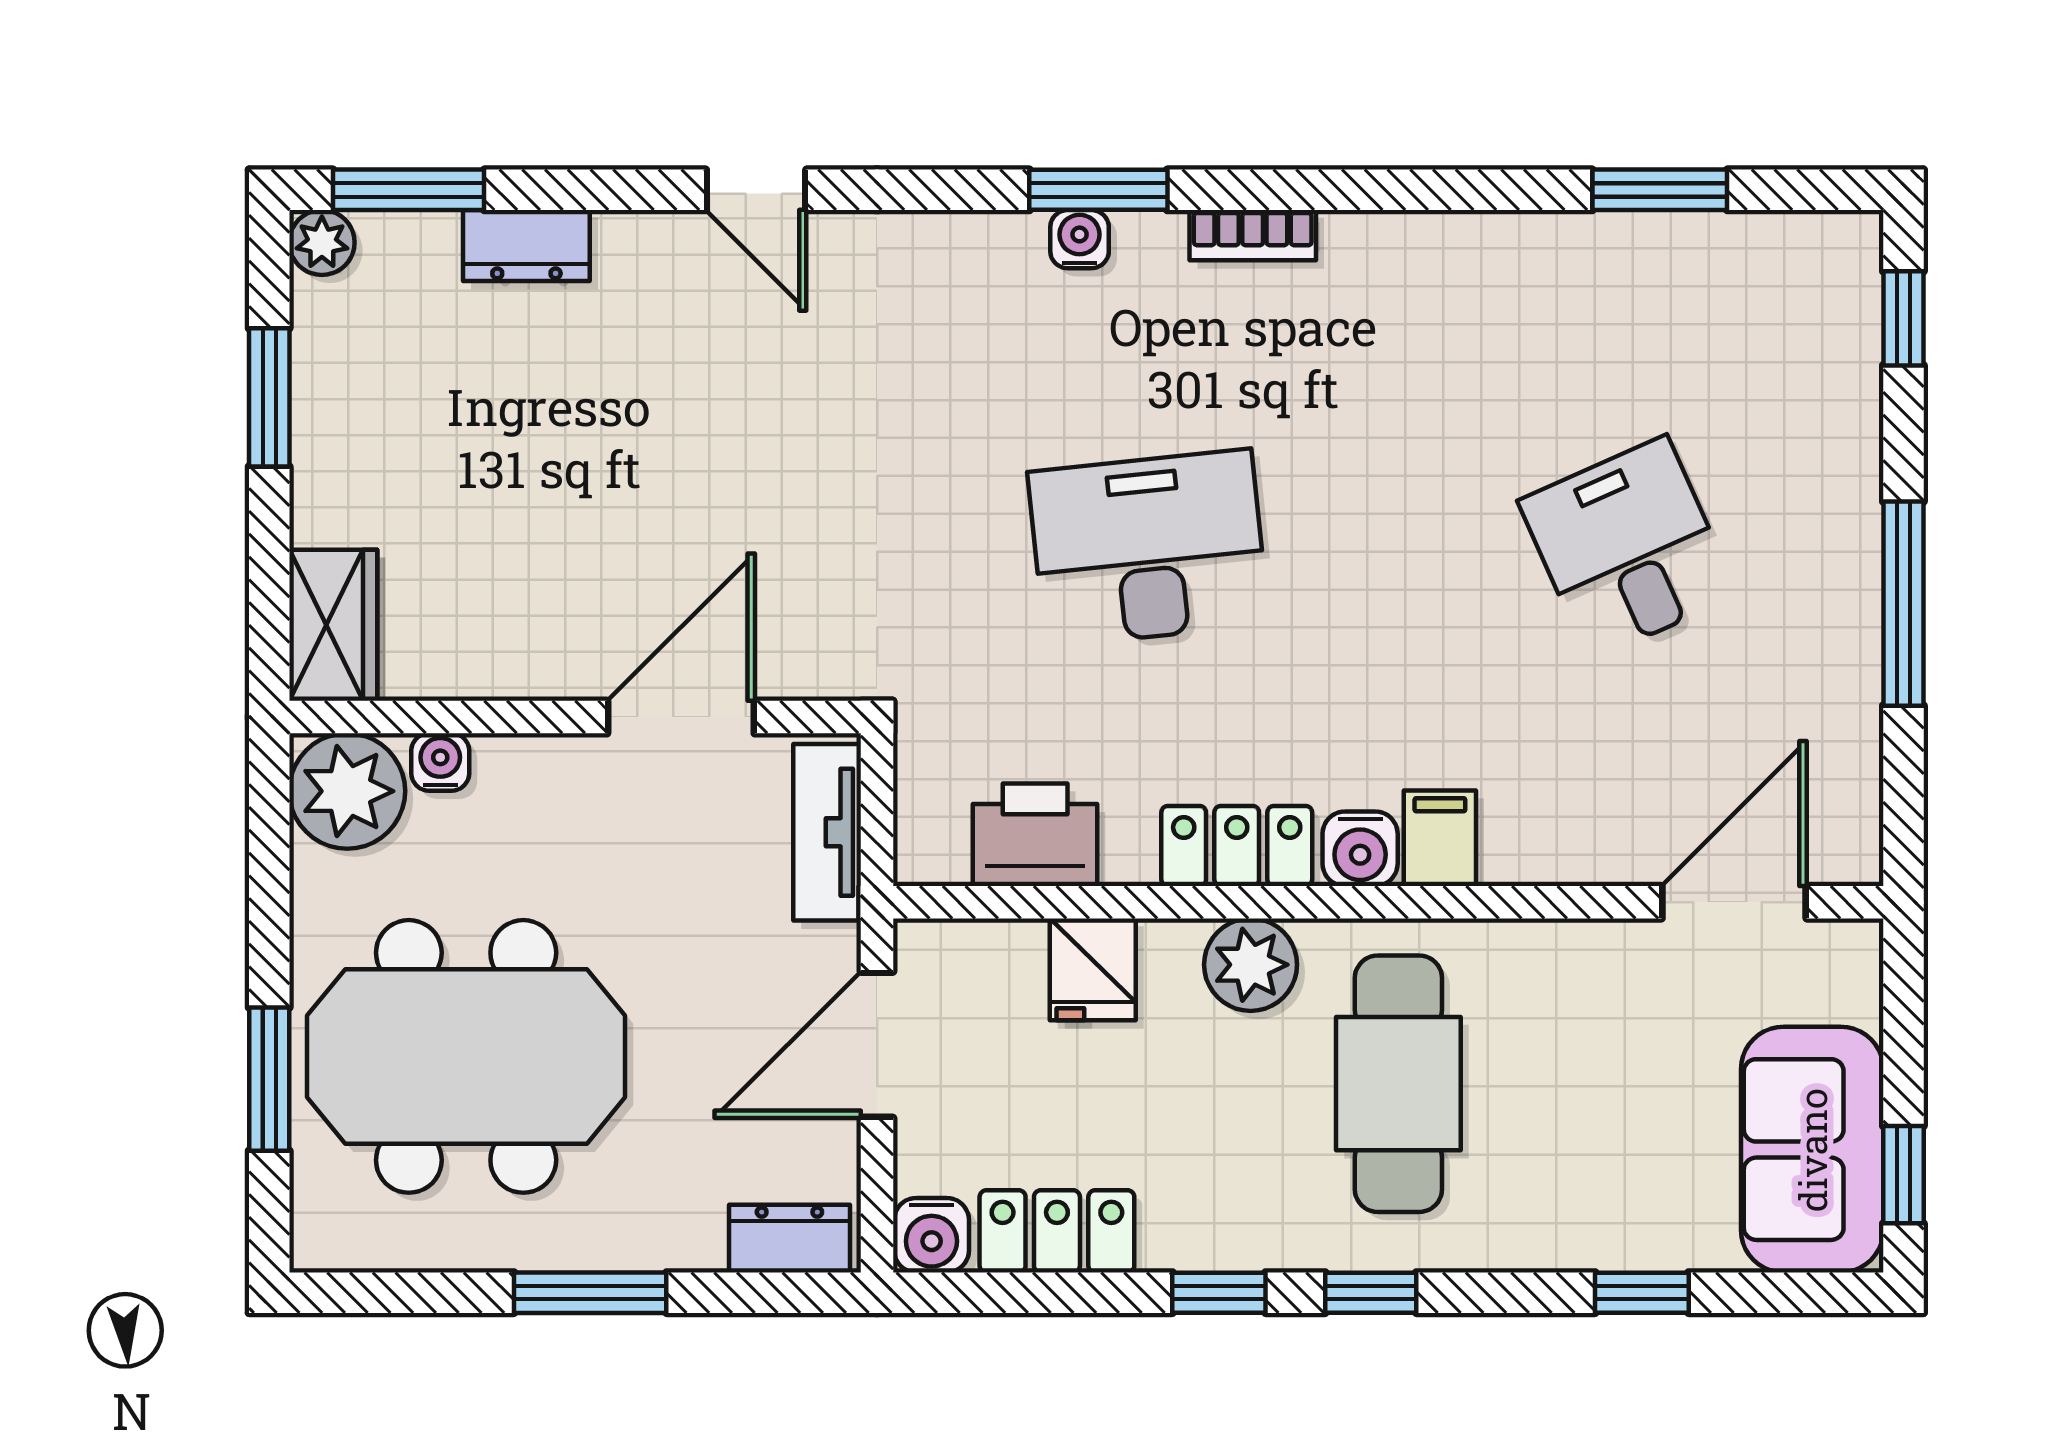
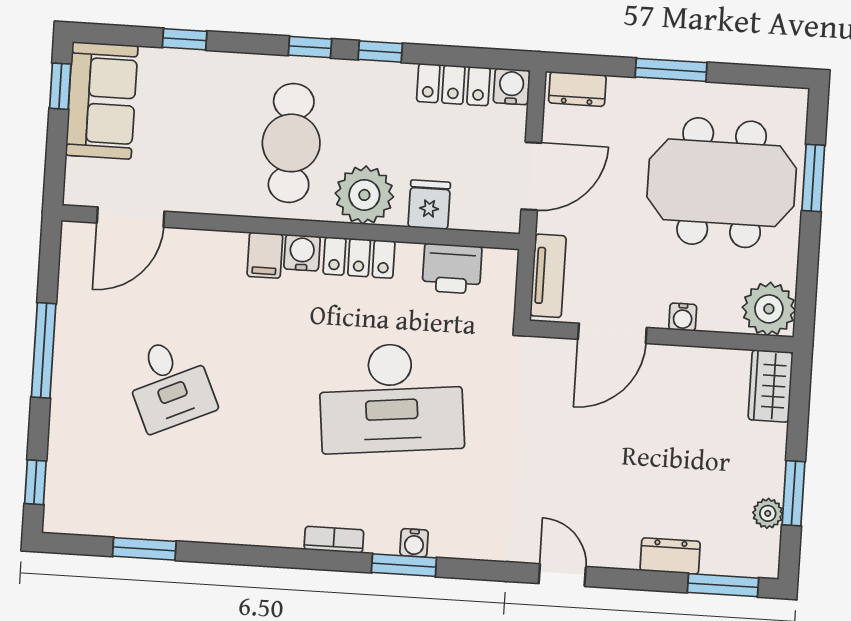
plant: (322, 243) -> (768, 513), moved
desk: (1148, 548) -> (391, 398), width x1.36, depth x1.30
water cooler: (440, 762) -> (683, 317), moved
plant: (1251, 965) -> (364, 195), width x1.36, depth x1.36

